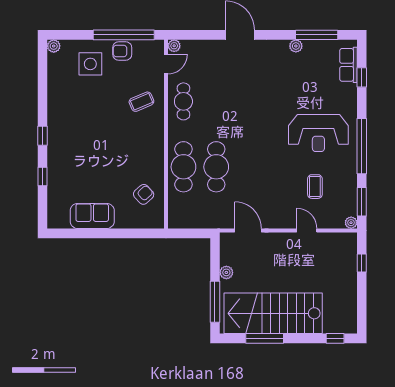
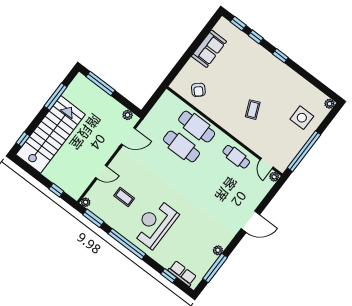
armchair: (122, 51) -> (295, 143), removed
coffee table: (141, 102) -> (253, 110), moved
window: (43, 205) -> (238, 24), added
plant: (226, 272) -> (128, 115), moved
stairs: (273, 313) -> (51, 134), moved

